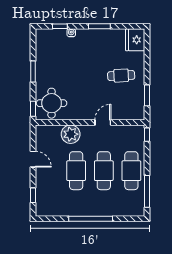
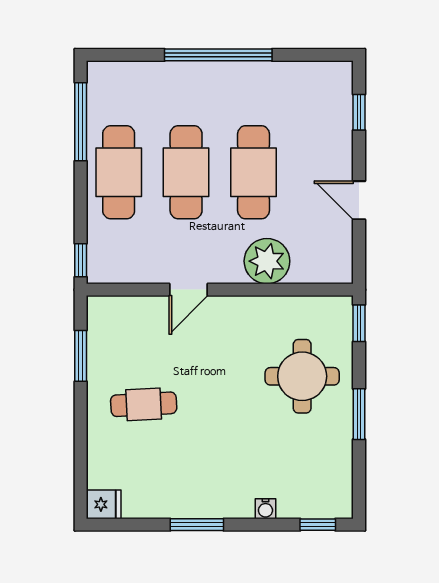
window: (60, 26) -> (318, 525), moved
fridge: (135, 40) -> (104, 504), width x0.53, depth x0.75
round table: (52, 103) -> (302, 376), moved

